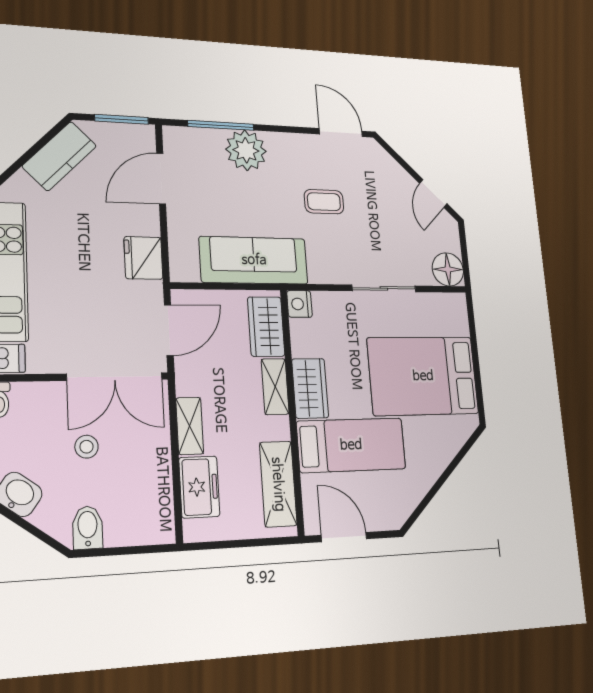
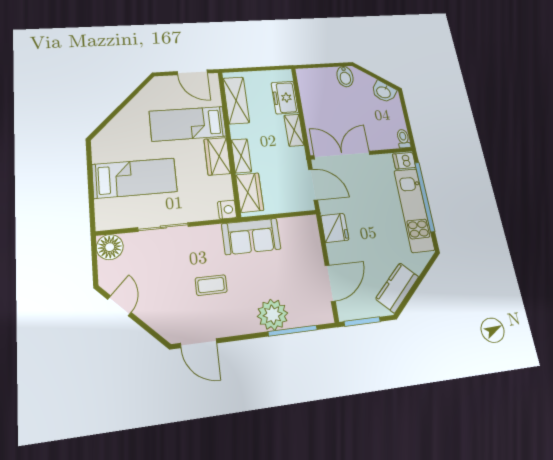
sofa: (254, 260) -> (251, 236), width x0.73
door: (169, 330) -> (313, 185), swing flipped
bed: (423, 376) -> (135, 178), width x0.67
stool: (87, 447) -> (352, 117), removed

